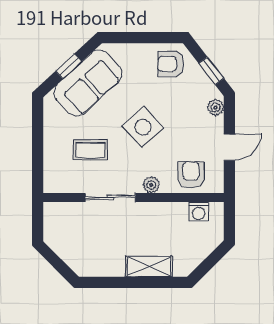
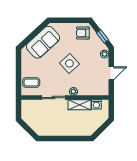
window: (69, 66) -> (34, 34), removed
coffee table: (90, 150) -> (31, 82), moved
armchair: (191, 175) -> (93, 87), removed
shelving: (149, 266) -> (79, 105), moved

